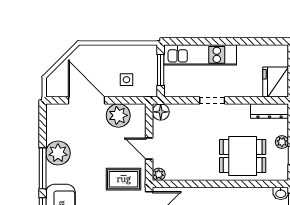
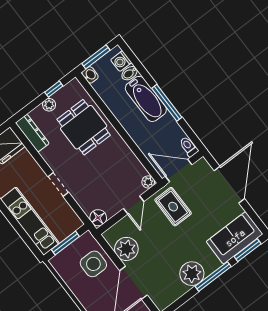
side table: (126, 80) -> (93, 264), width x1.87, depth x1.87

